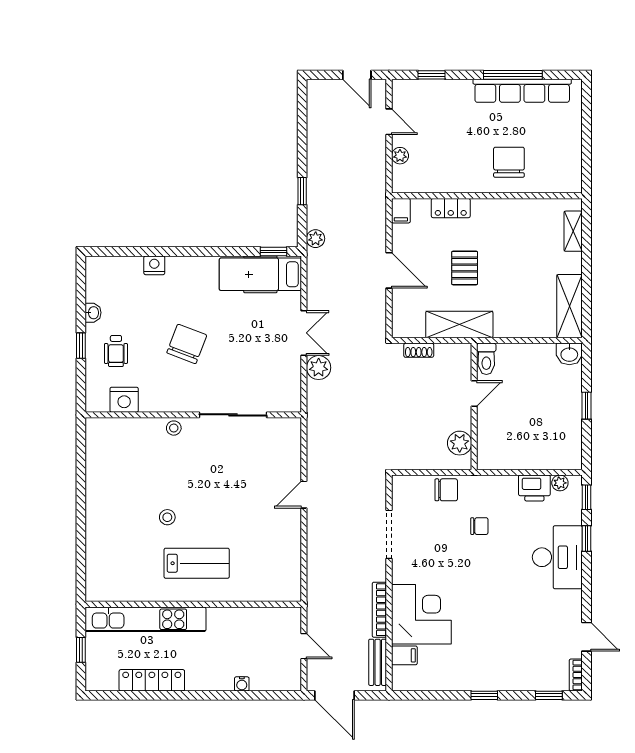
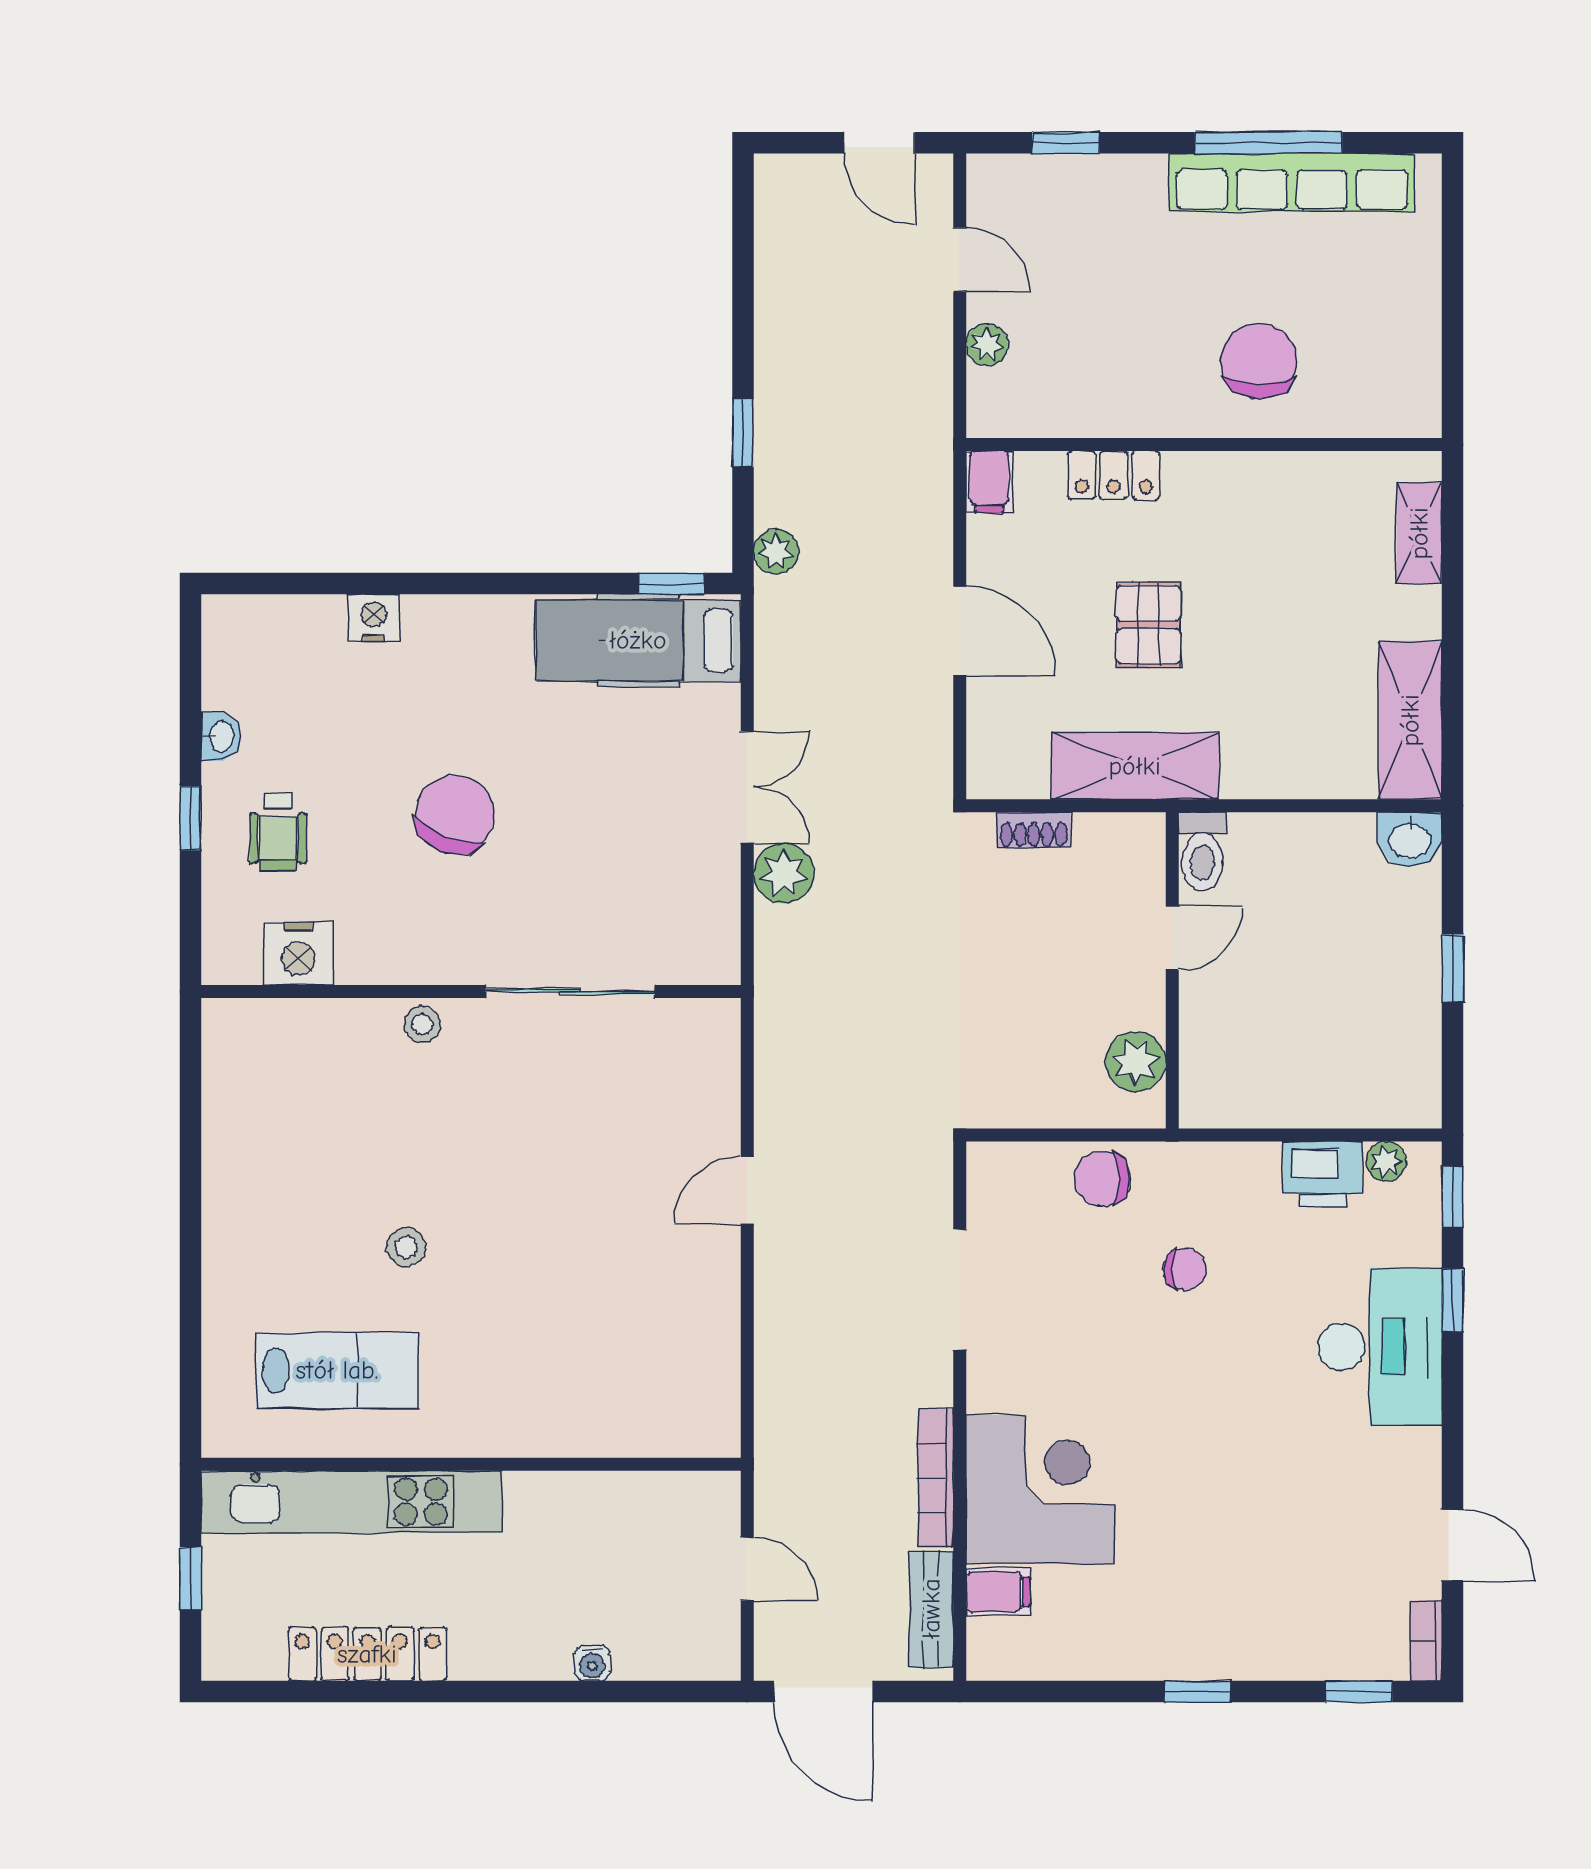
chair: (446, 490) -> (1102, 1179), turned 180
lab bench: (197, 563) -> (337, 1370), moved

